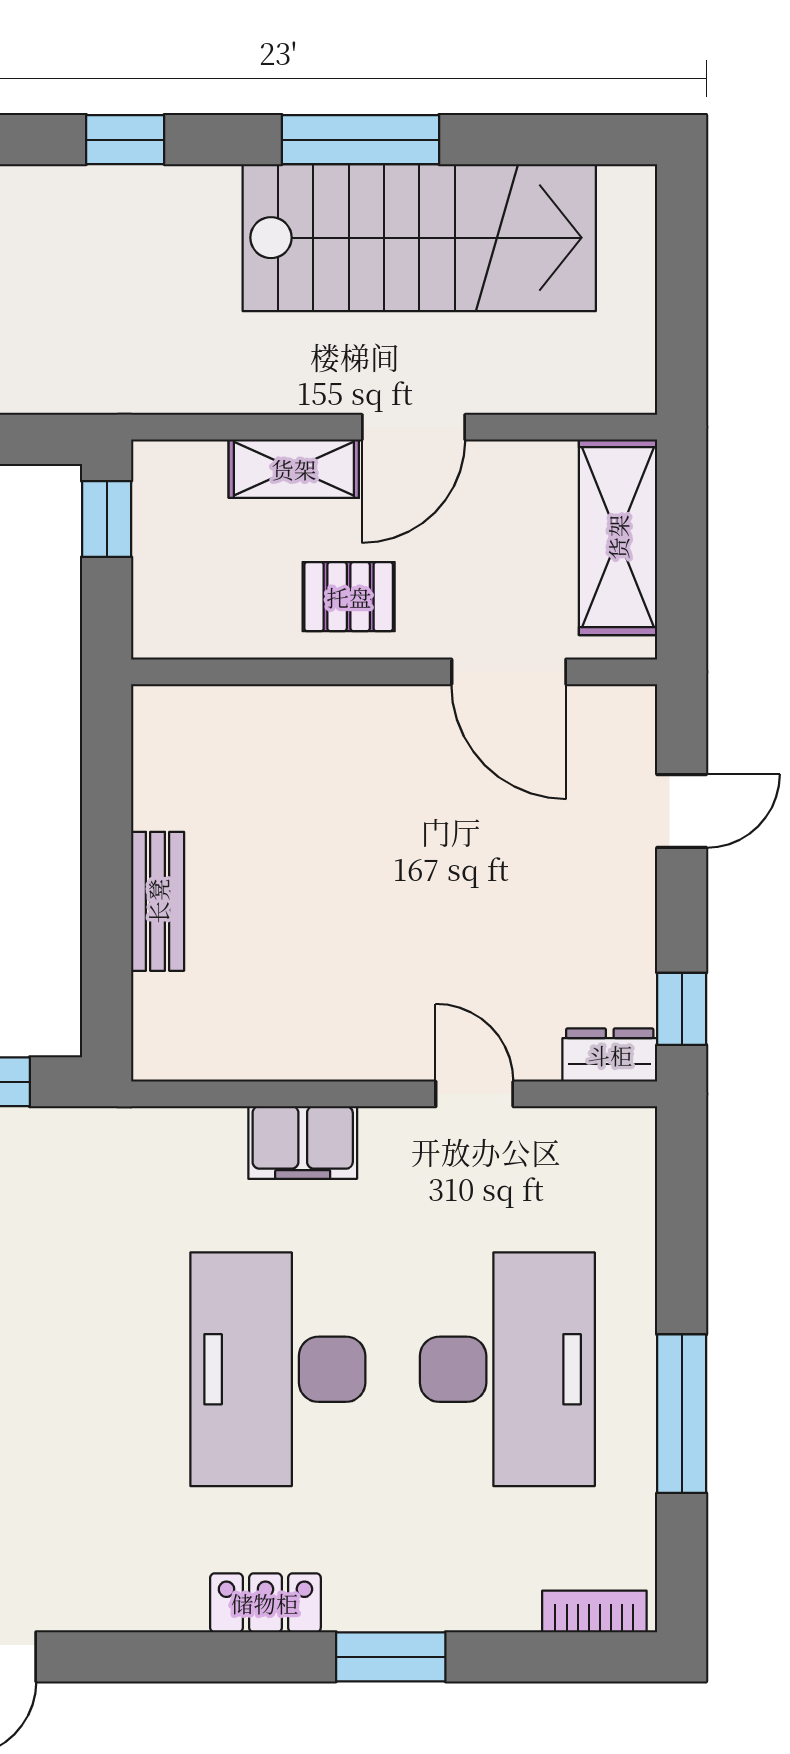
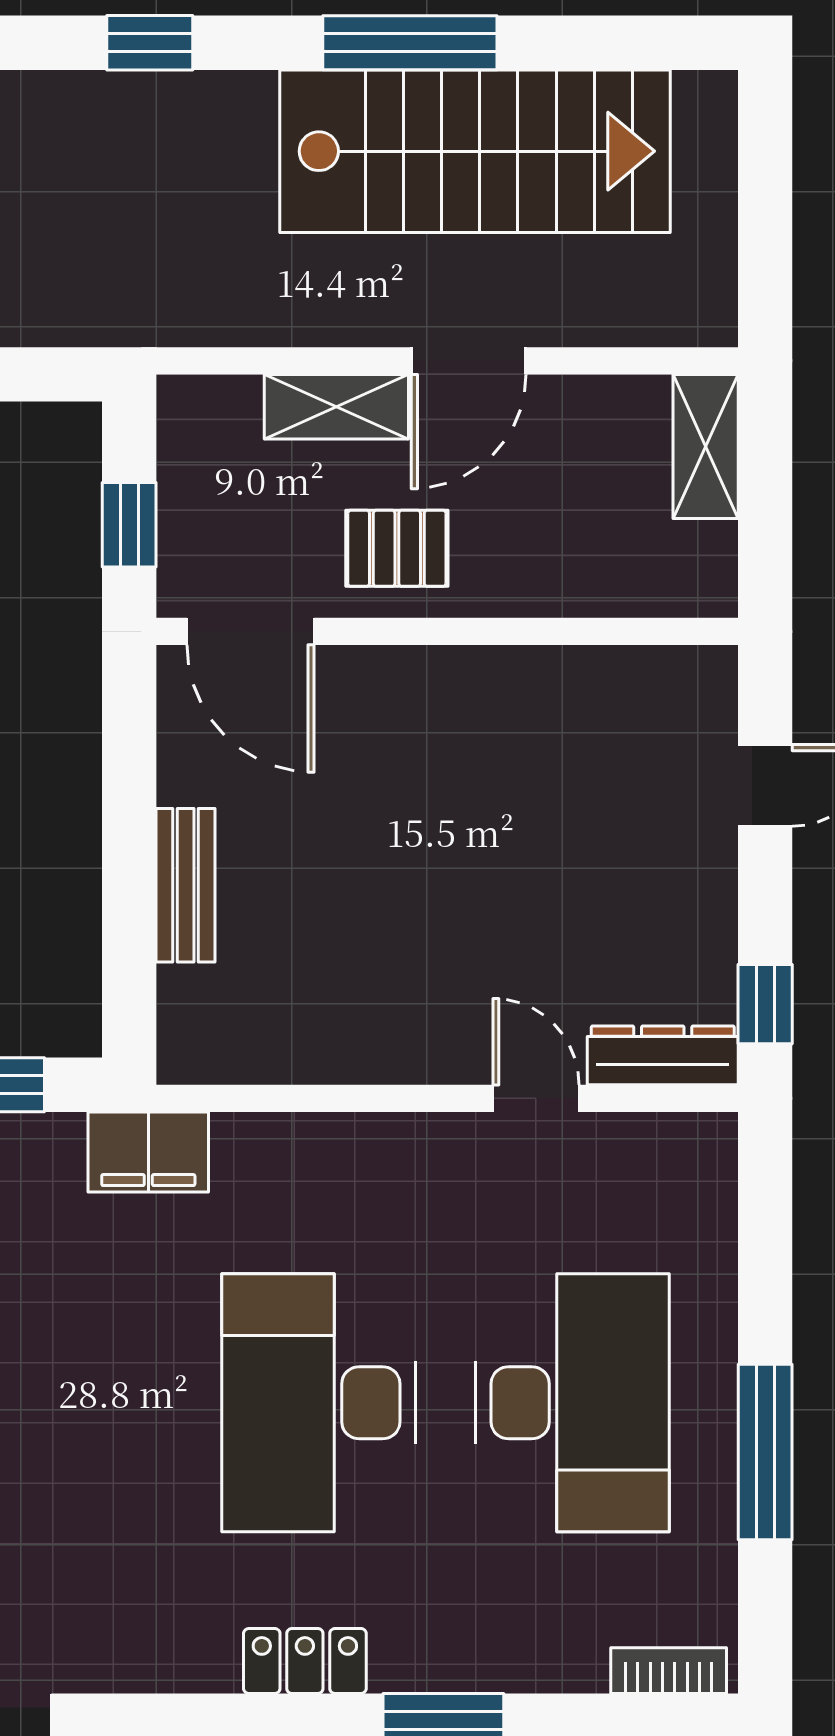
window: (107, 519) -> (129, 525), moved
shelving: (618, 537) -> (706, 446), width x0.67, depth x0.75
door: (509, 672) -> (250, 631), moved
dresser: (610, 1055) -> (663, 1055), width x1.44
filing cabinet: (303, 1142) -> (148, 1152), moved

